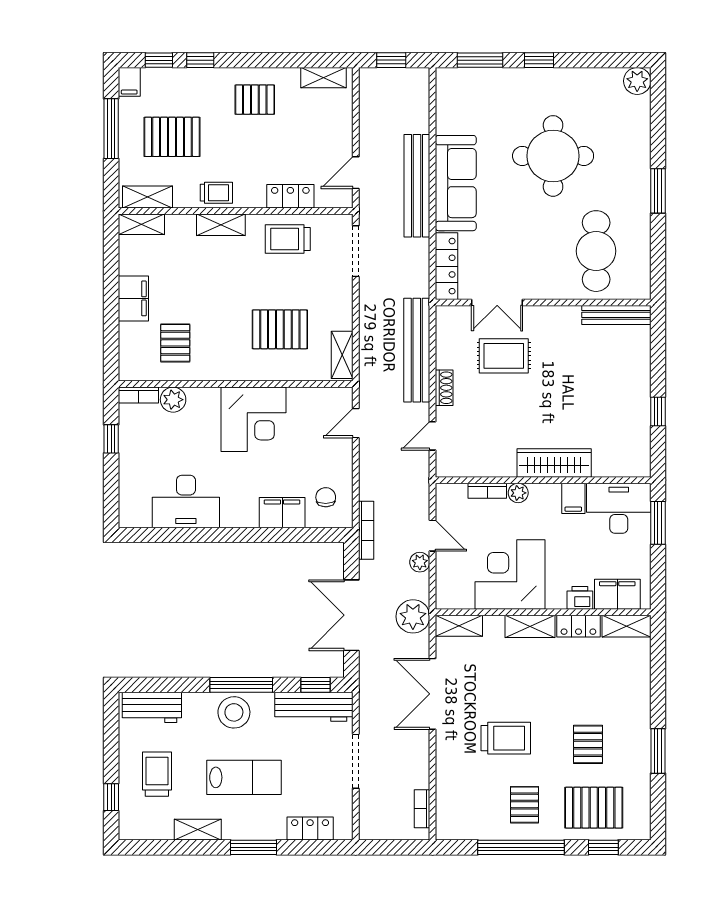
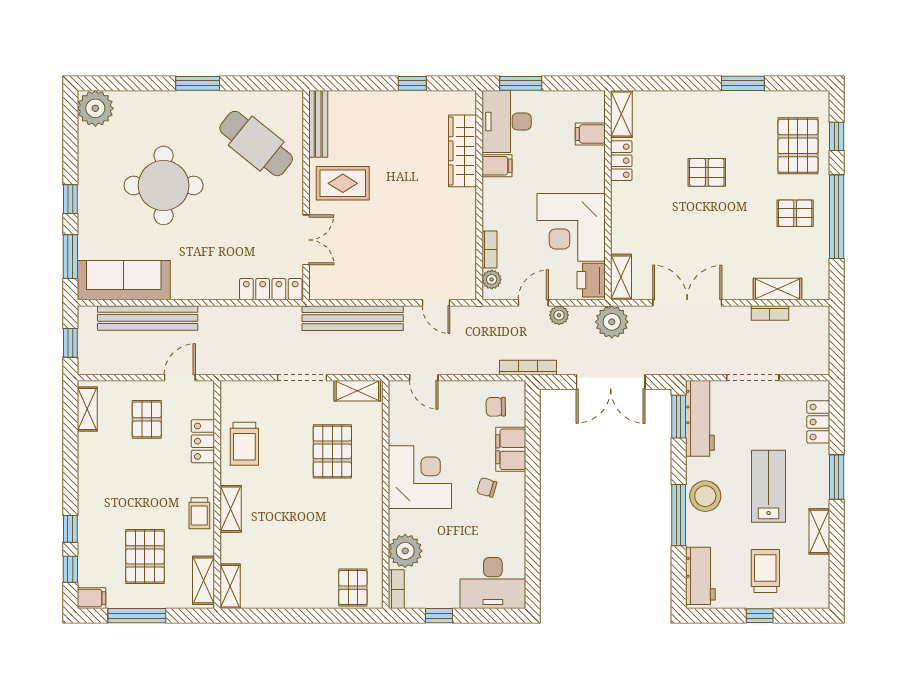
plant: (637, 81) -> (95, 108), width x1.36, depth x1.36
pallet: (255, 100) -> (147, 419), moved
door: (356, 173) -> (180, 378), swing flipped
sofa: (456, 183) -> (124, 280), moved
bench: (417, 186) -> (148, 318), moved
trolley: (216, 193) -> (199, 513), turned 180
doorway: (356, 251) -> (302, 378), moved
cafe table: (596, 251) -> (256, 144), turned 39
filing cabinet: (133, 298) -> (302, 594), removed
pallet: (175, 343) -> (353, 588), moved, turned 90
rug: (504, 356) -> (343, 183), moved, turned 90
shoe rack: (444, 388) -> (389, 291), removed
plant: (173, 400) -> (405, 551), width x1.36, depth x1.36
wardrobe: (554, 463) -> (462, 151), moved
chair: (243, 488) -> (487, 487), added
plant: (518, 493) -> (492, 279), moved
desk: (186, 501) -> (493, 583), moved, turned 90
filing cabinet: (617, 594) -> (590, 134), width x0.50
printer: (580, 598) -> (591, 280), moved, width x1.36, depth x1.24
shelving: (530, 626) -> (777, 289), moved, turned 90
window: (241, 685) -> (679, 515), moved
window: (316, 685) -> (679, 417), width x1.50
double door: (433, 694) -> (687, 303), swing flipped
trolley: (506, 738) -> (730, 232), removed
pallet: (588, 744) -> (707, 172), moved
trolley: (157, 774) -> (765, 571), turned 90
window: (111, 797) -> (760, 616), moved
bookcase: (422, 809) -> (770, 313), moved

